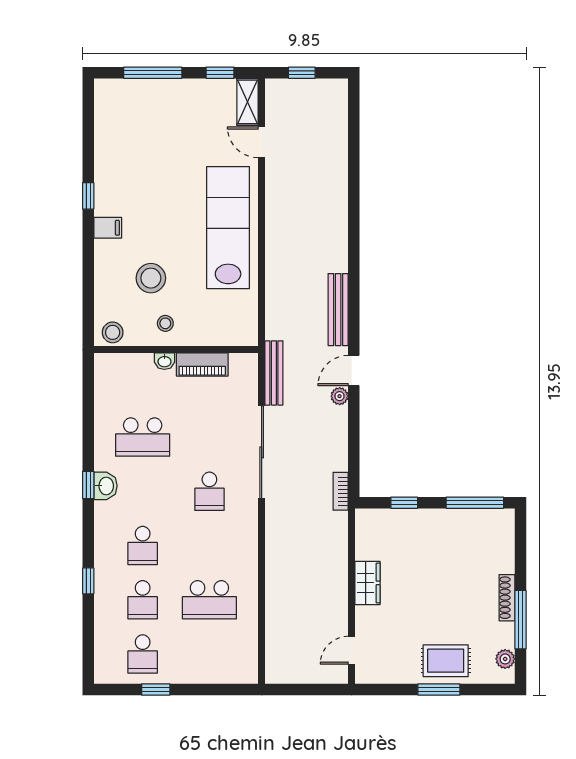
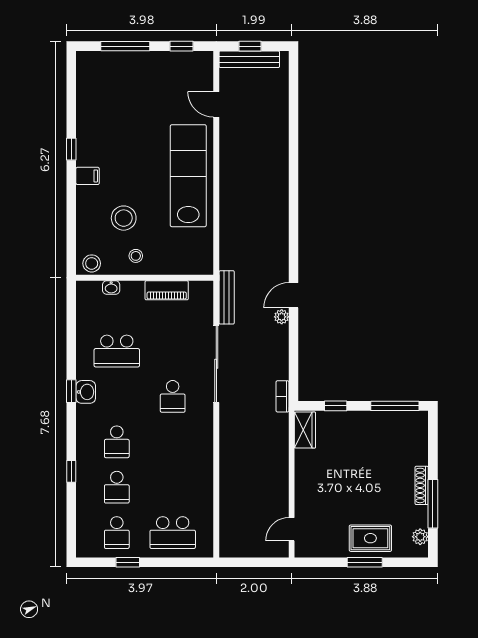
shelving: (248, 102) -> (205, 71), removed
bench: (338, 310) -> (249, 59), moved, turned 90
washbasin: (164, 361) -> (111, 288), moved
wardrobe: (368, 583) -> (305, 430), moved
school desk: (209, 600) -> (173, 533), moved

